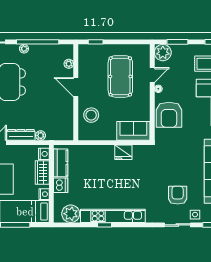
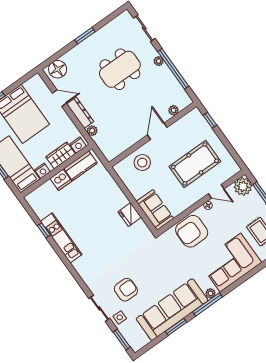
plant: (71, 214) -> (42, 207), removed
kitchen unit: (113, 216) -> (61, 238), width x0.73
window: (105, 225) -> (44, 230), moved

